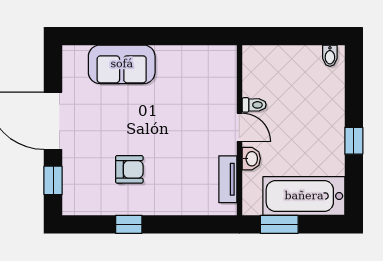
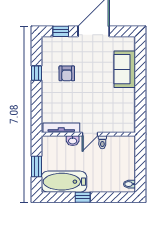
tv unit: (228, 179) -> (61, 128), width x1.41
bathtub: (304, 196) -> (64, 182), moved, turned -90
window: (279, 224) -> (36, 166), moved

